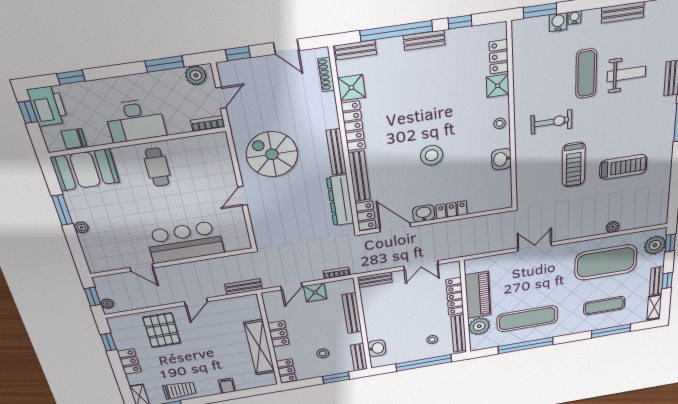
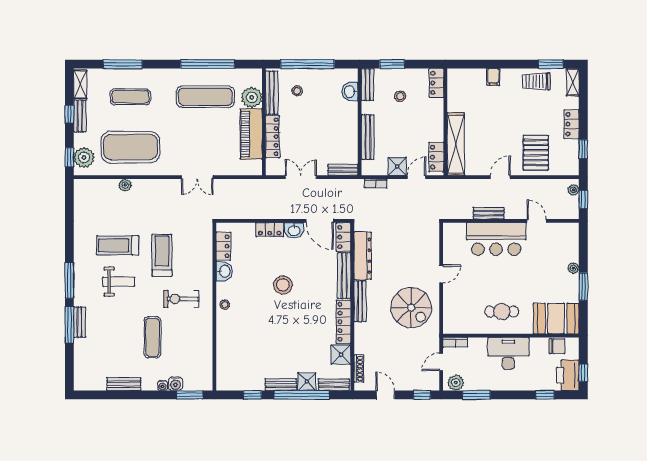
locker: (499, 57) -> (223, 246), moved
weight bench: (626, 74) -> (119, 282), moved, turned 180
shower: (498, 86) -> (307, 382), moved
cafe table: (157, 167) -> (502, 312), turned 90
bench: (243, 287) -> (489, 213), moved
locker: (278, 334) -> (436, 157), moved
shelving: (259, 347) -> (456, 144), moved

